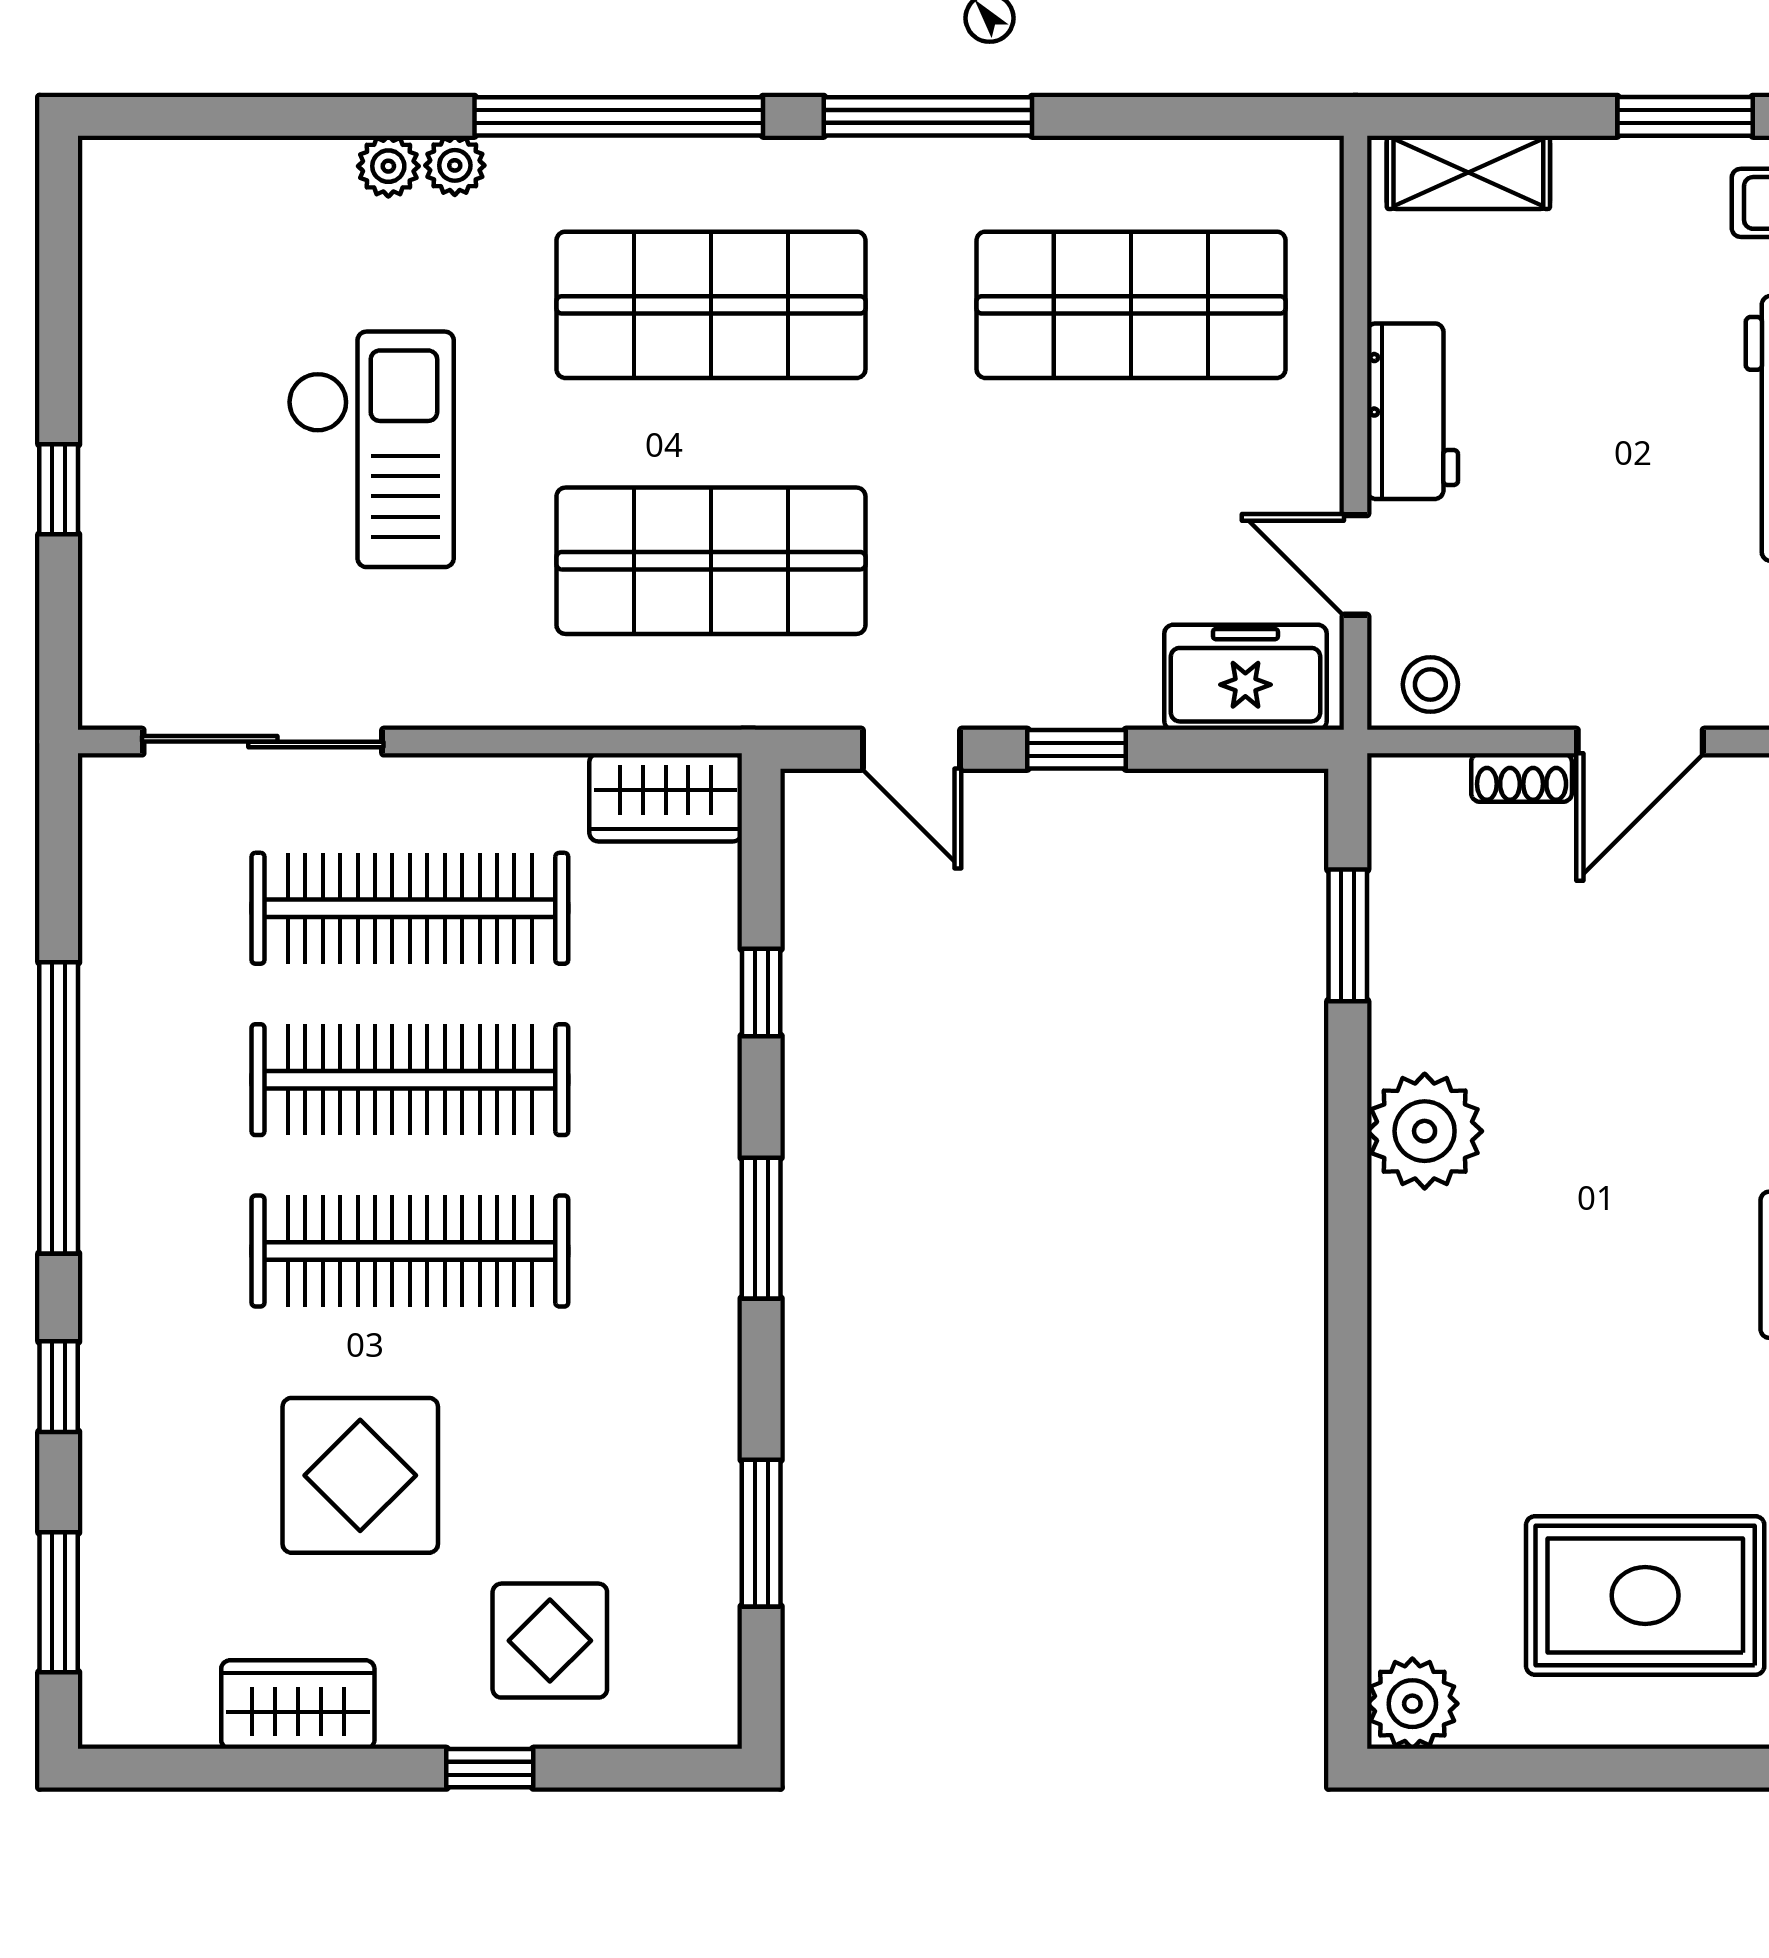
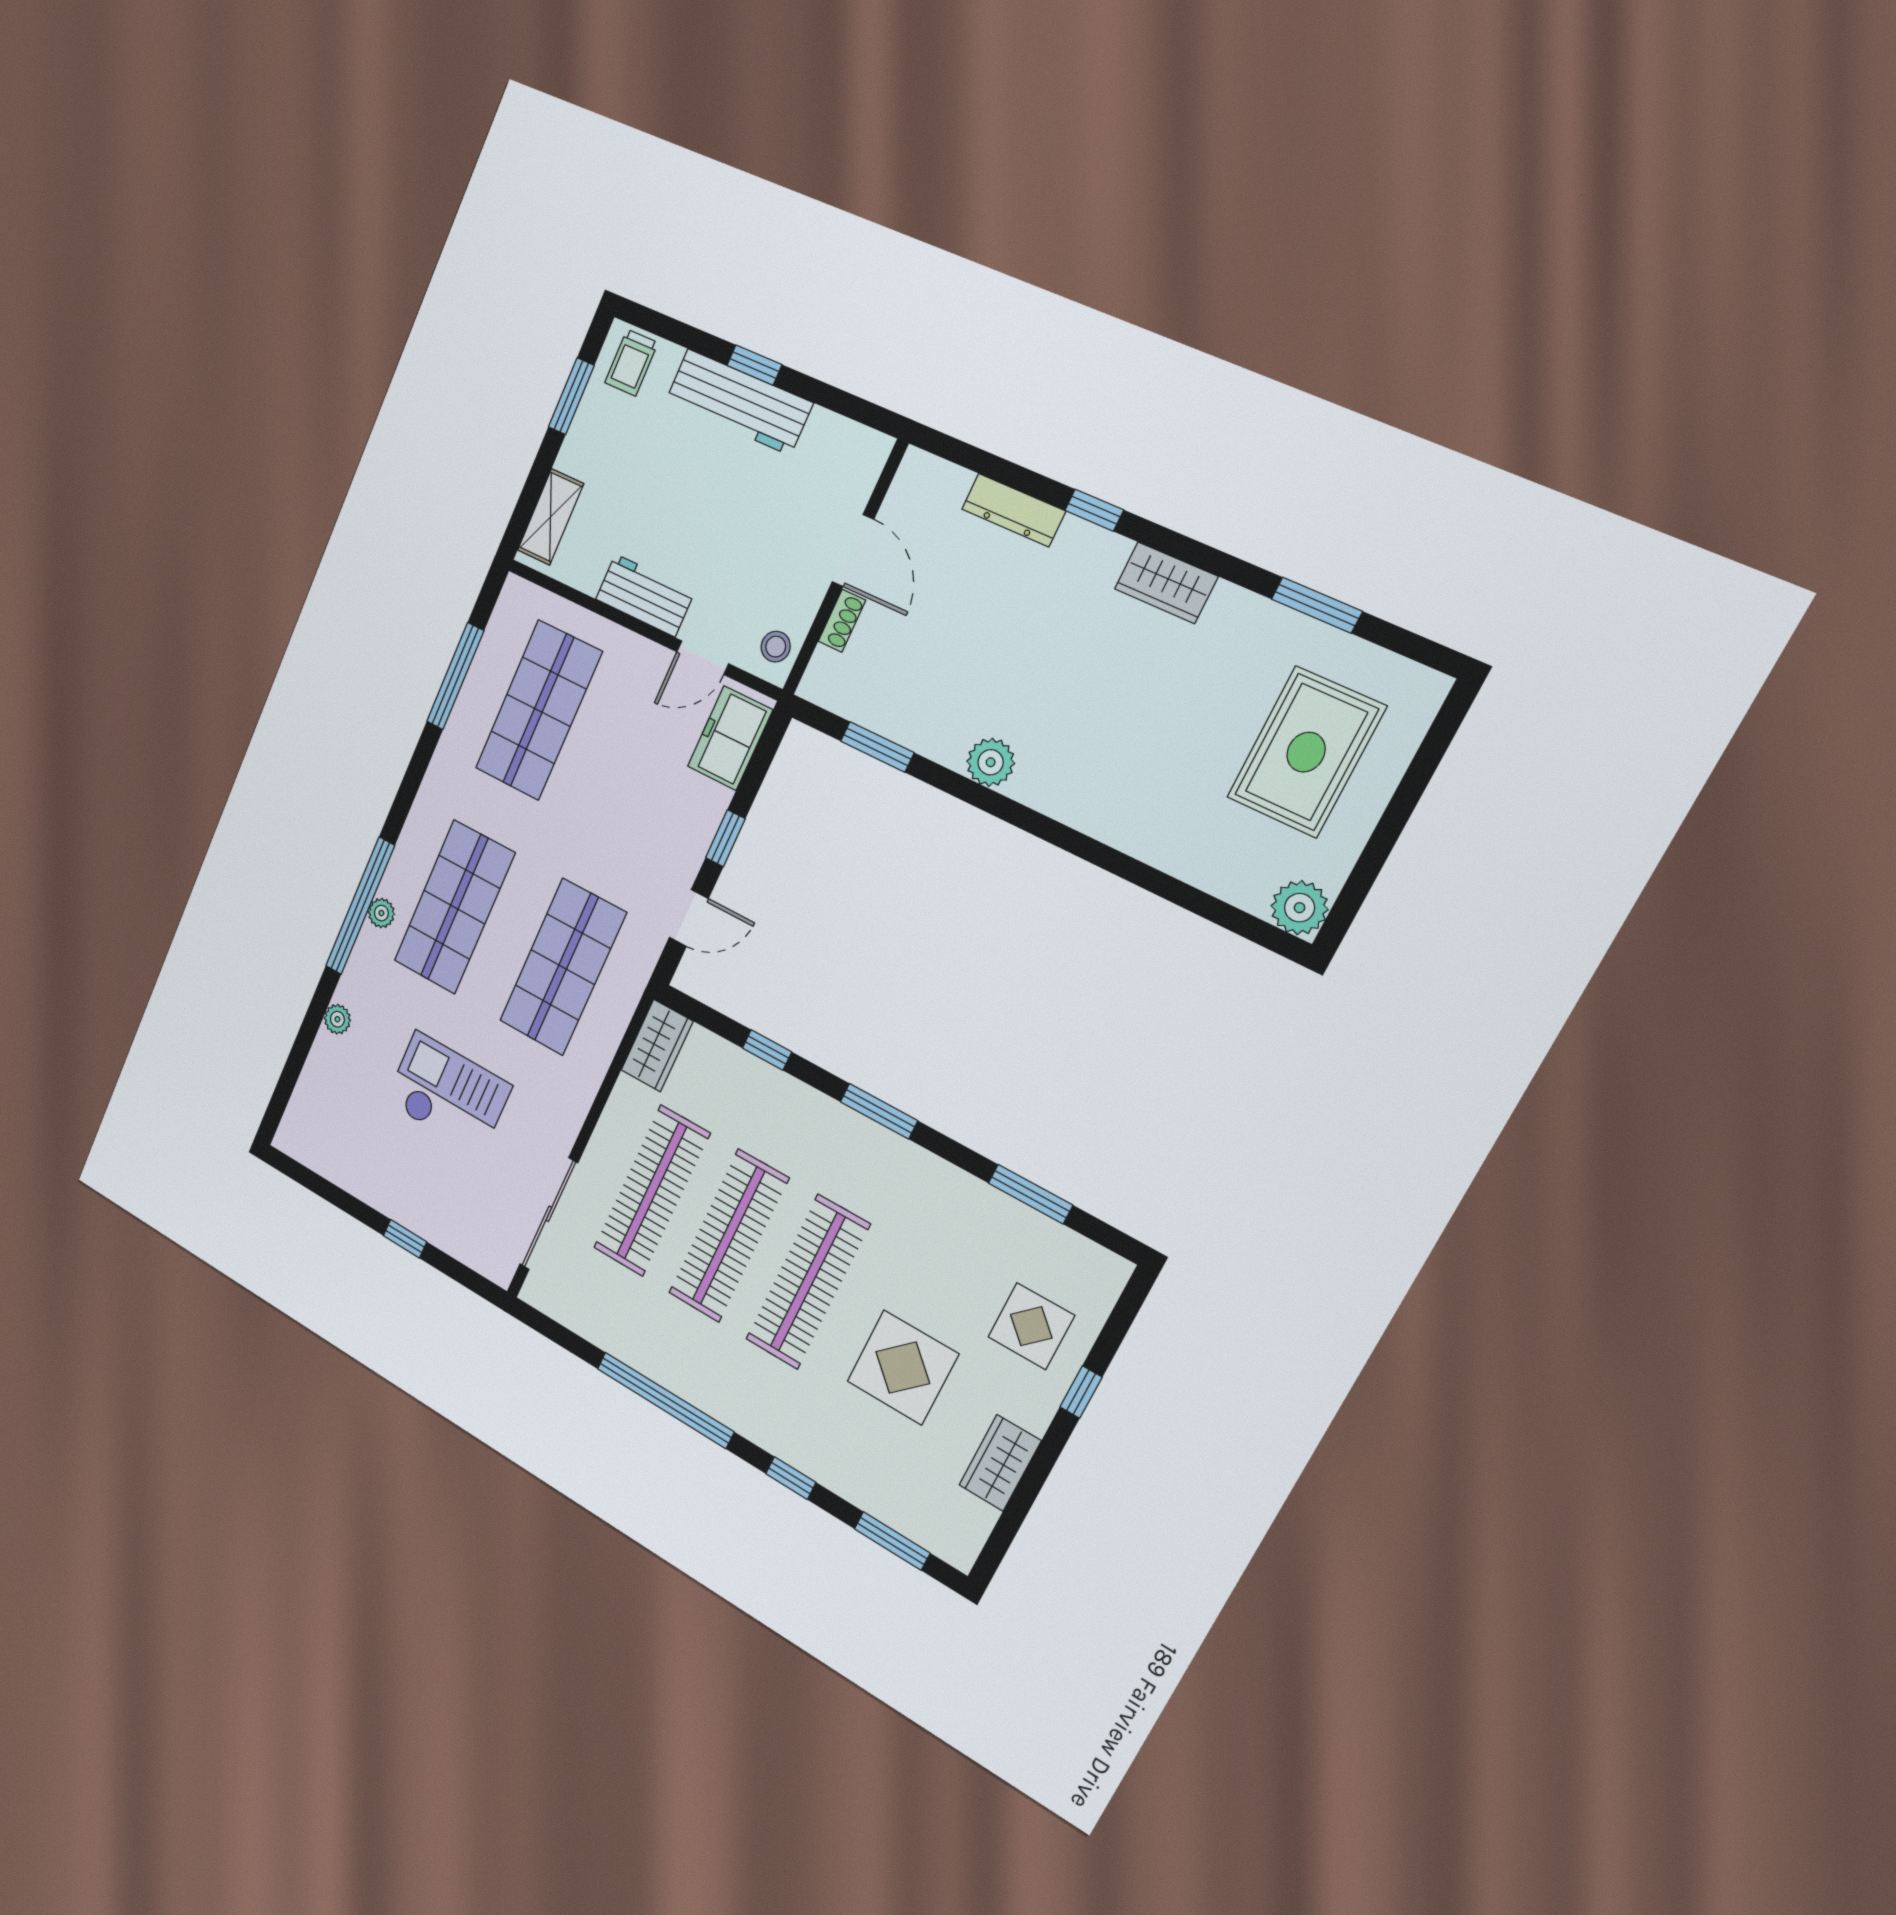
window: (928, 116) -> (455, 676), moved
plant: (455, 165) -> (381, 913), moved
plant: (1425, 1131) -> (991, 762), width x0.73, depth x0.73

